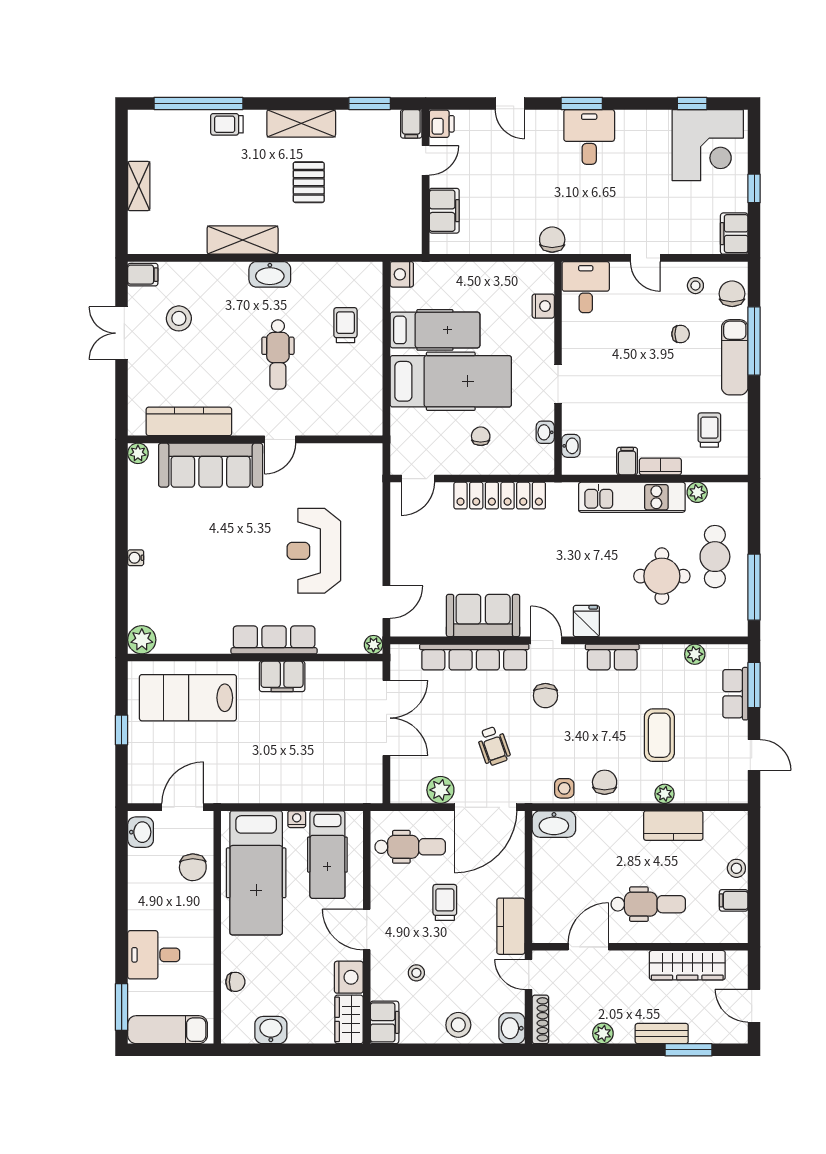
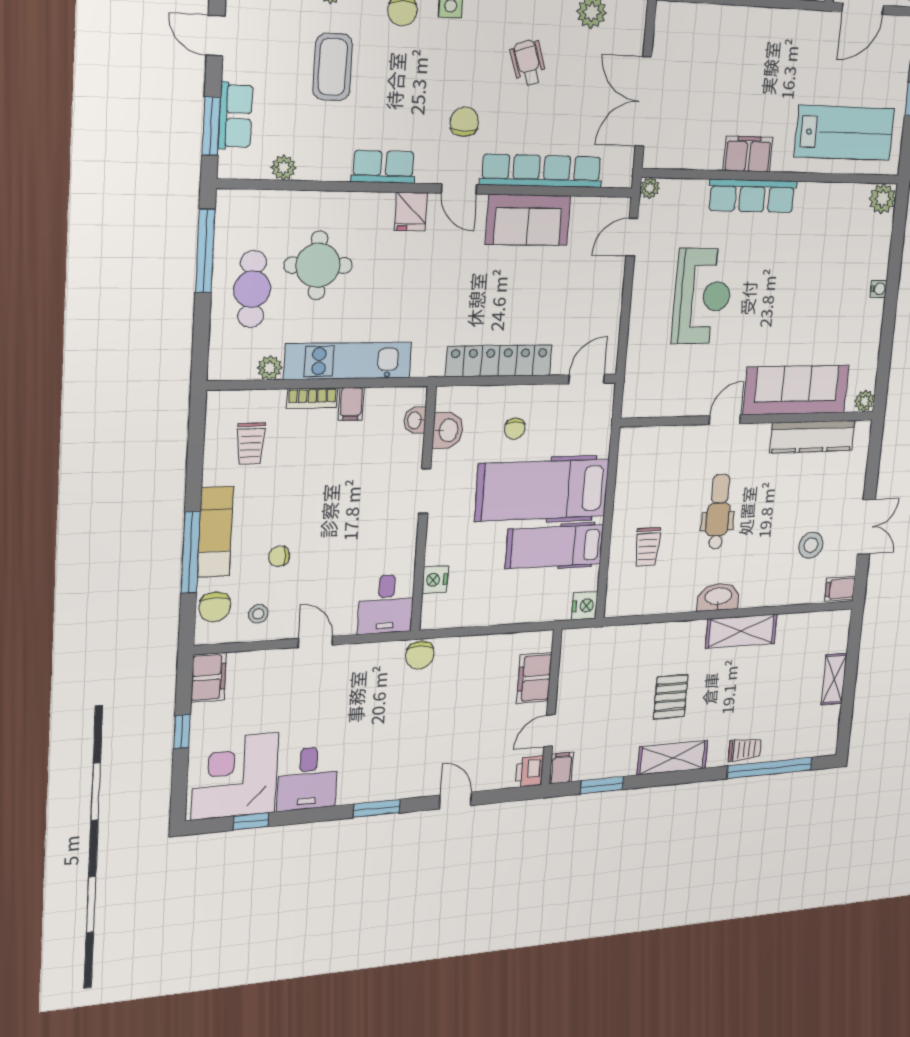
desk: (589, 137) -> (308, 779), moved
washbasin: (545, 432) -> (448, 430), width x1.38, depth x1.45

